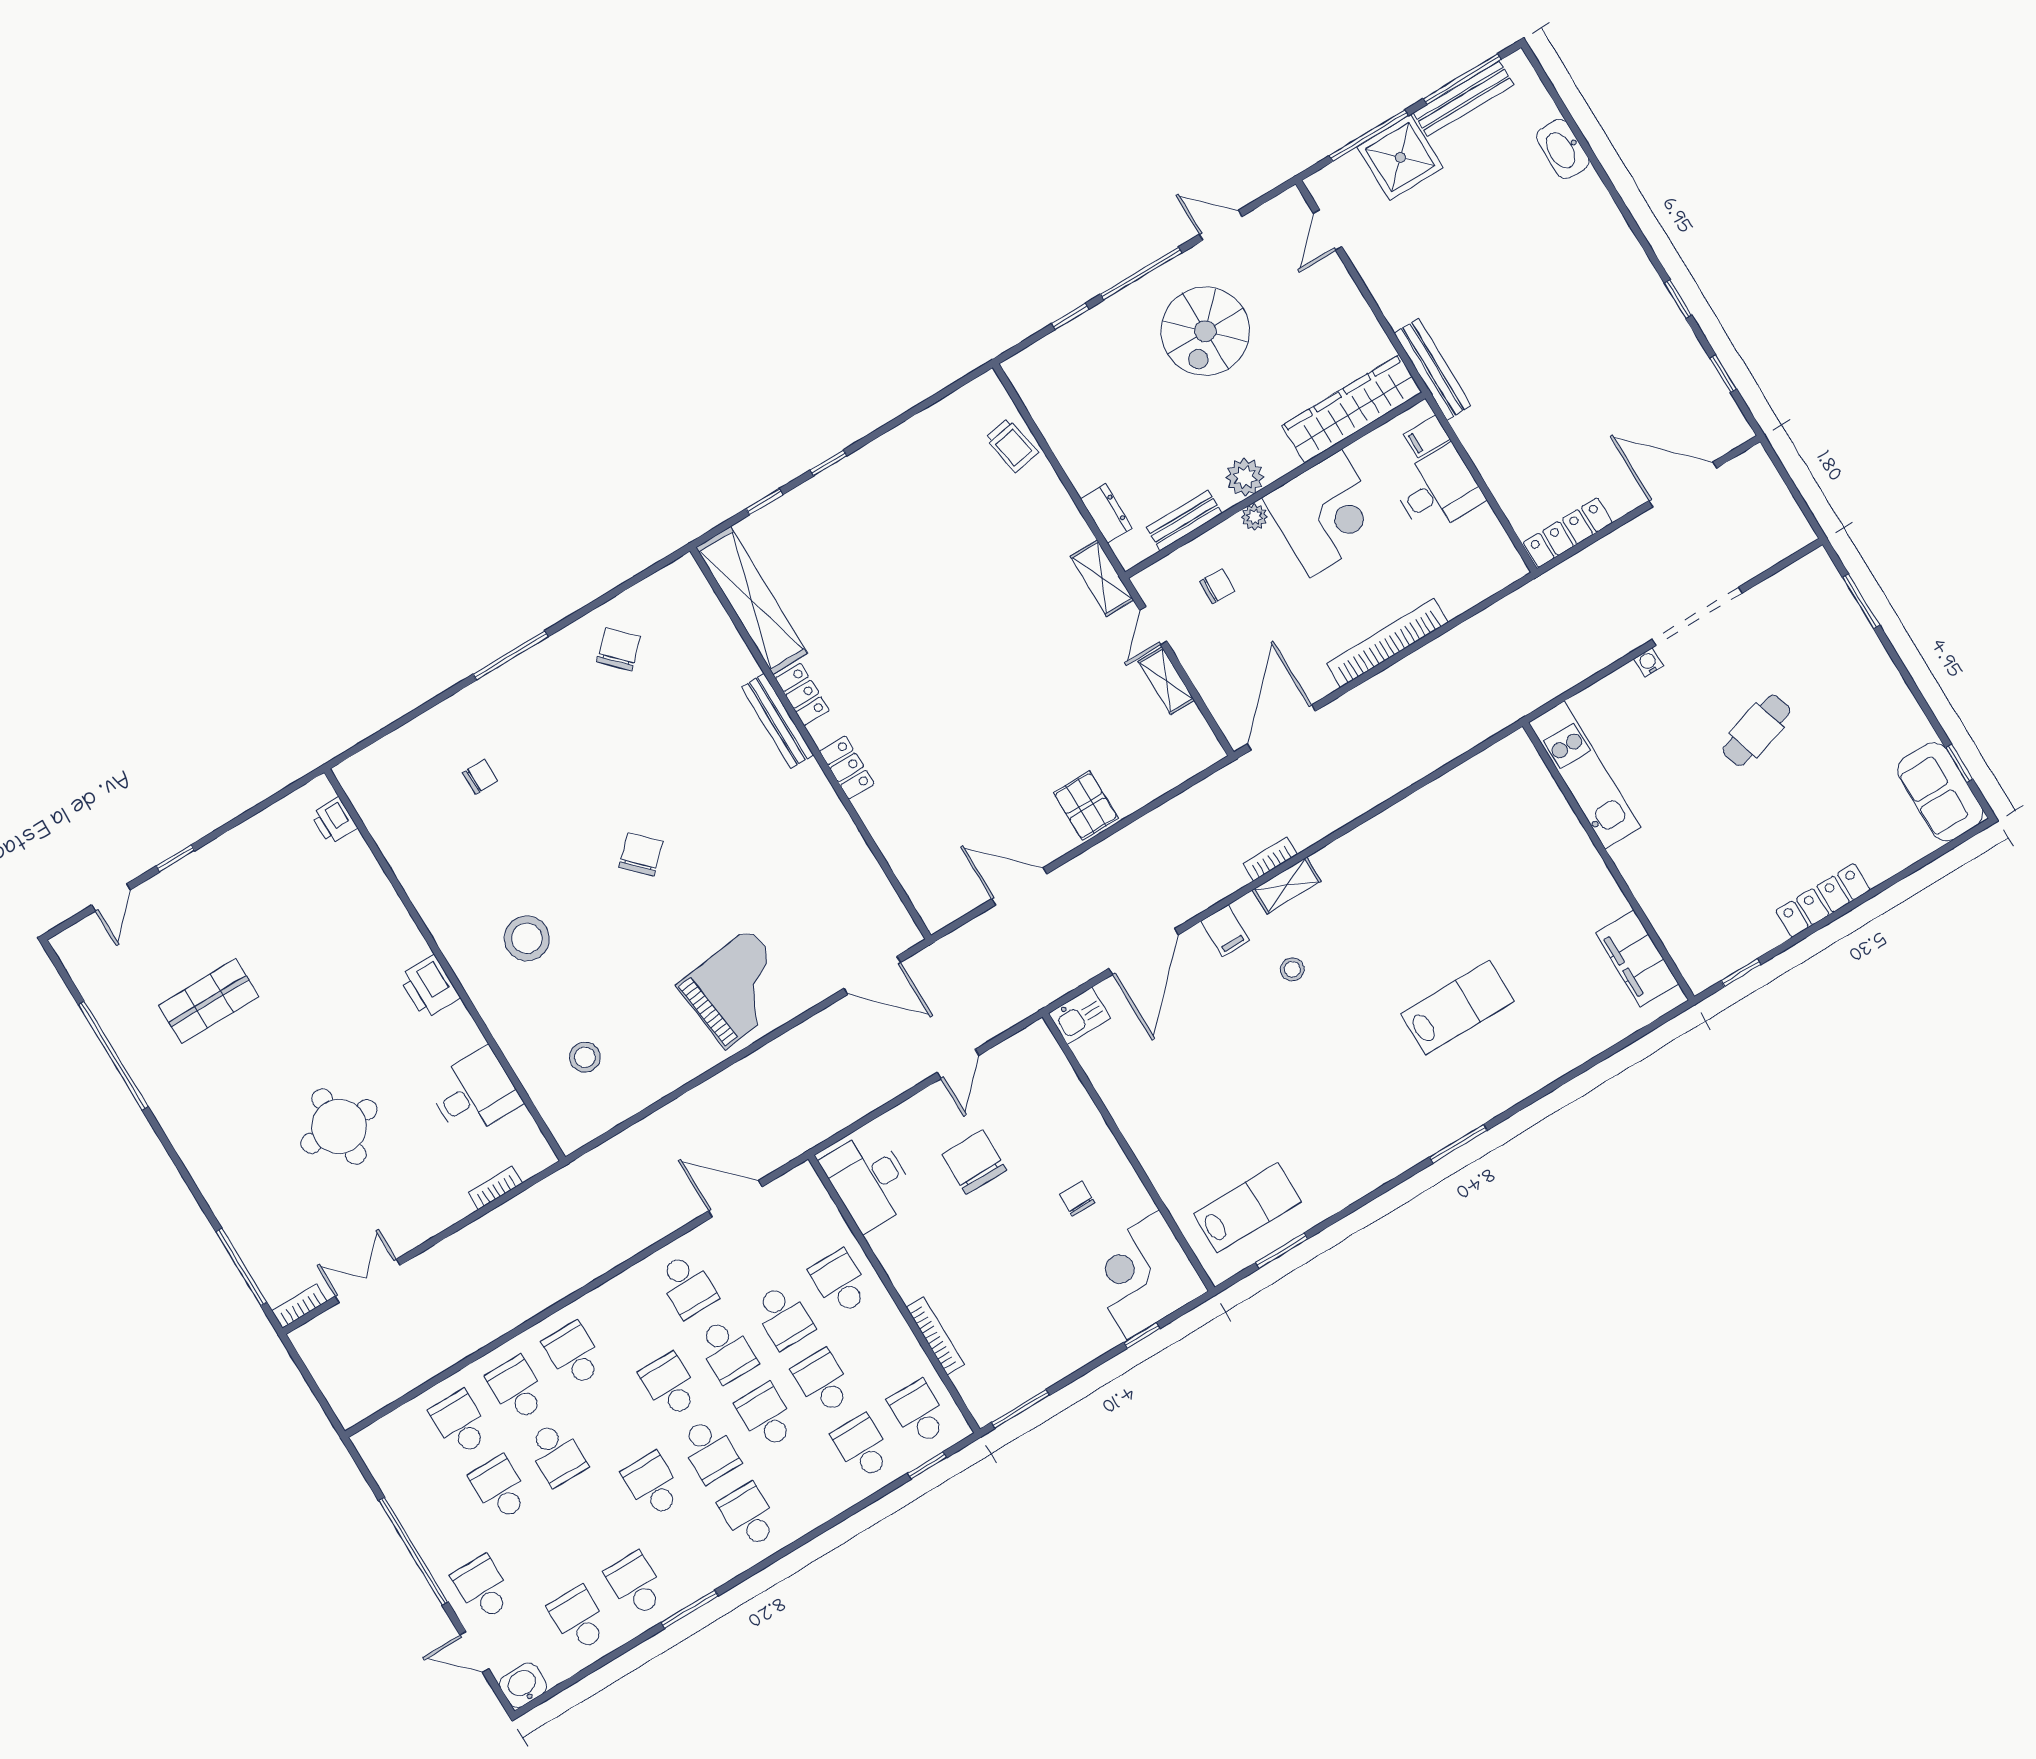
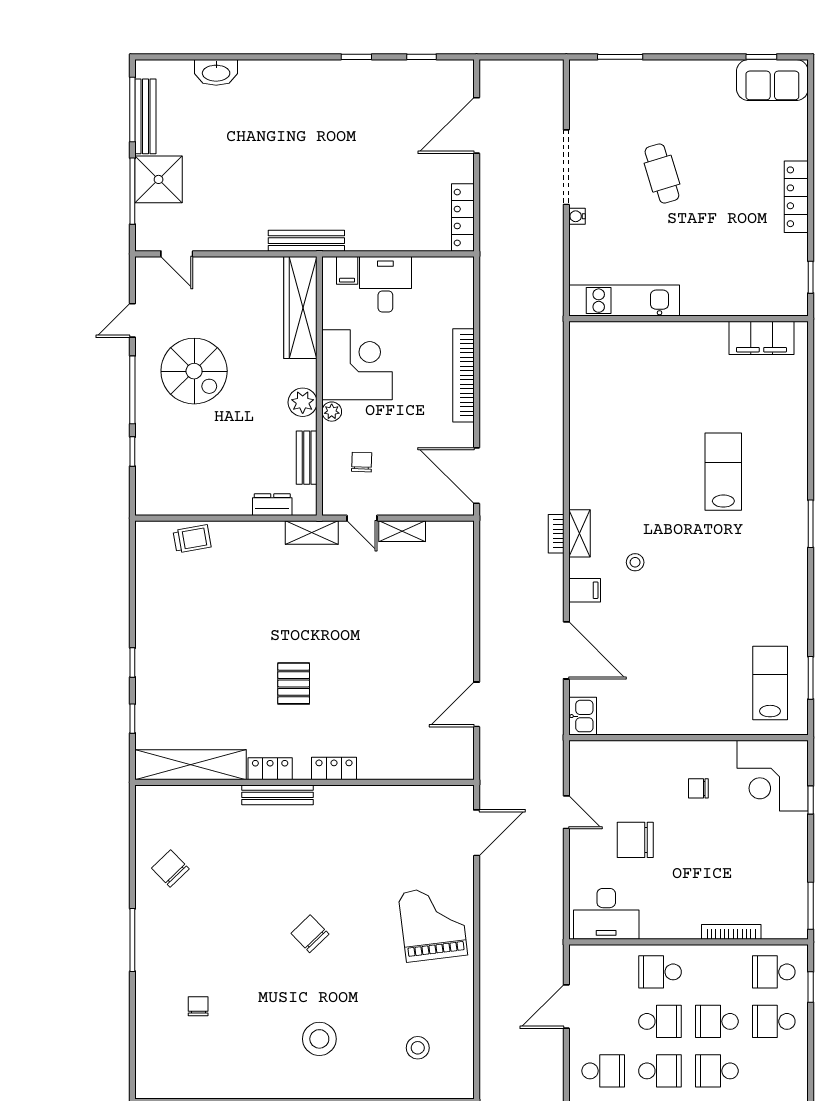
pallet: (1086, 806) -> (294, 683), moved, turned 90

